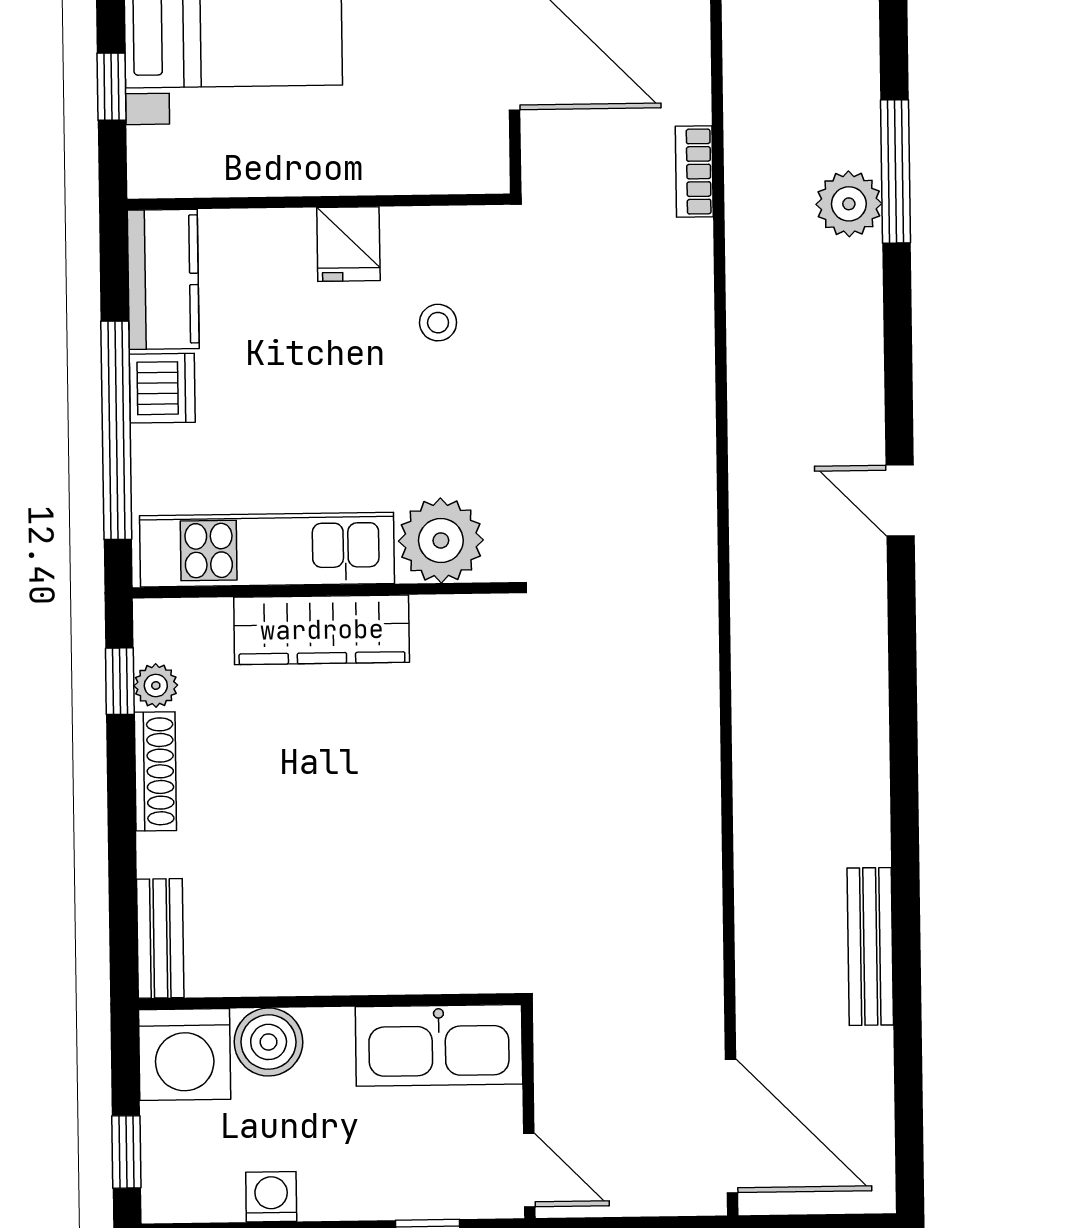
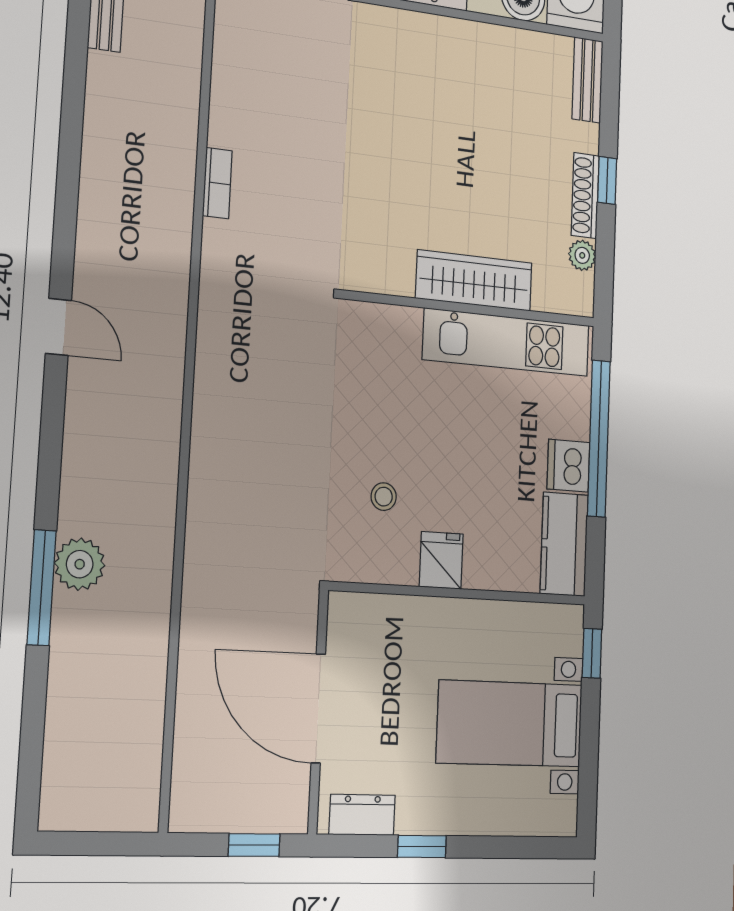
window: (112, 87) -> (592, 653), moved
bookcase: (694, 172) -> (217, 183), moved
plant: (441, 540) -> (391, 335), removed
window: (120, 681) -> (607, 180), moved

